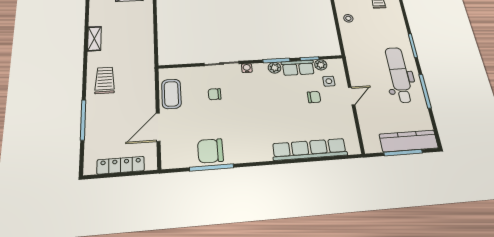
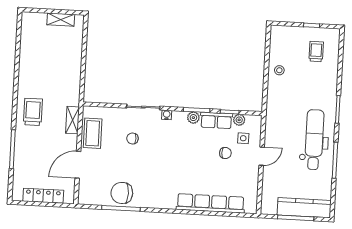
shelving: (94, 39) -> (73, 120), moved

